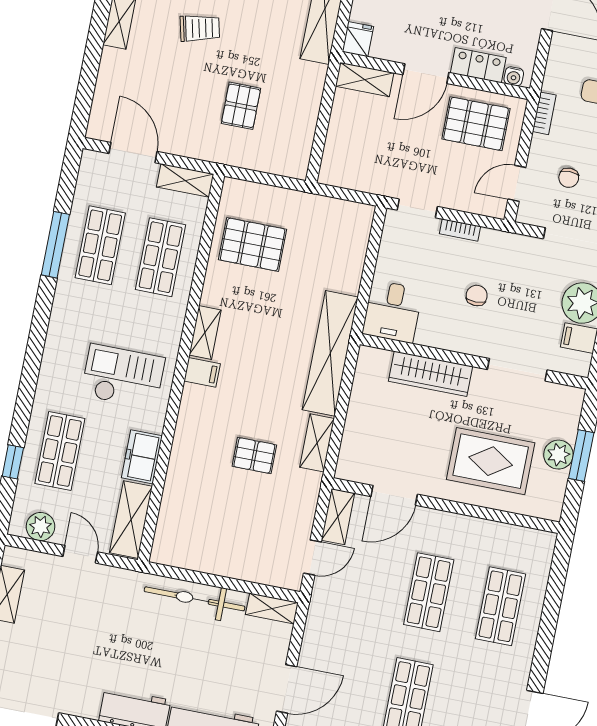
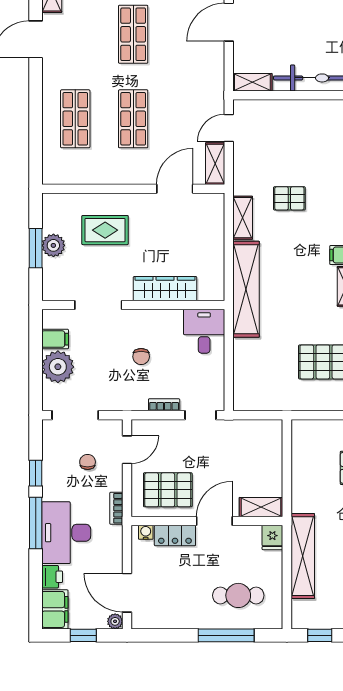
rug: (491, 461) -> (105, 230), width x0.73, depth x0.70

